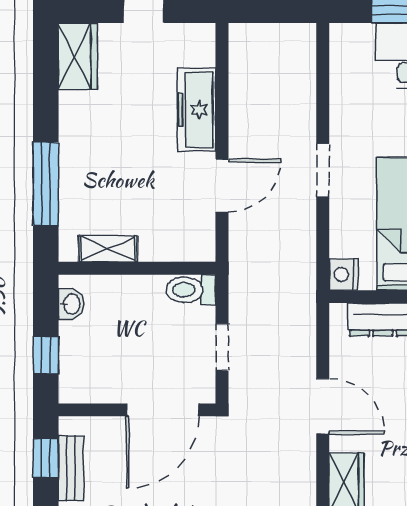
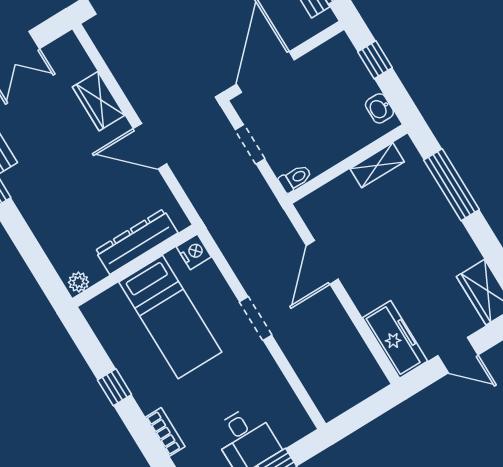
freezer: (196, 110) -> (395, 339), moved
toilet: (191, 290) -> (295, 178), width x0.73, depth x0.72

